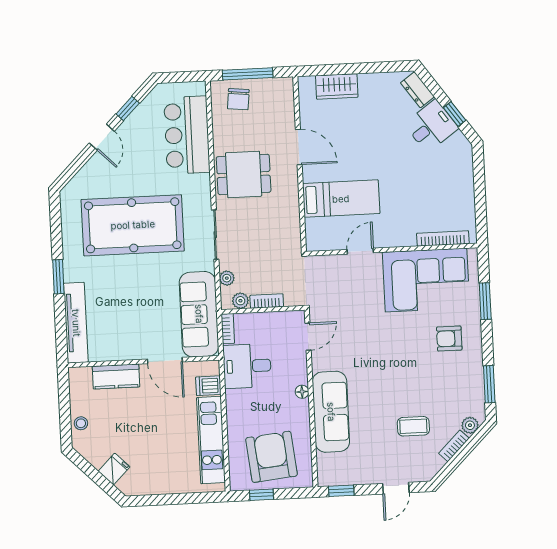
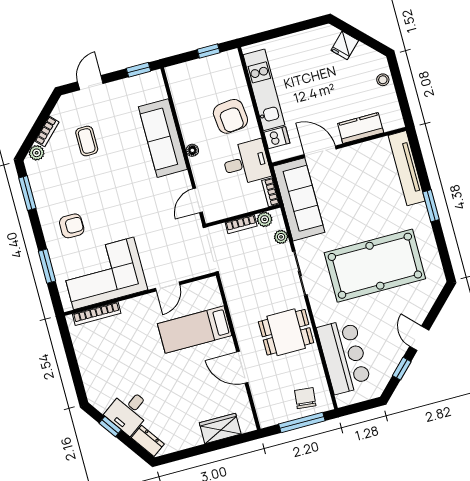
coffee table: (413, 426) -> (87, 141), turned 90
armchair: (272, 457) -> (230, 116), moved, width x0.73, depth x0.73

